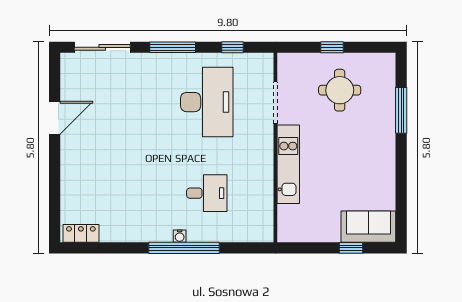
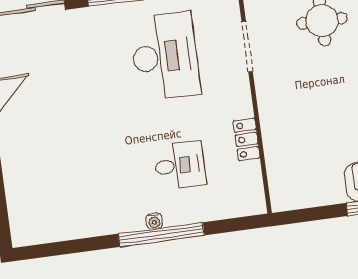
kitchen unit: (288, 164) -> (273, 118), removed
locker: (81, 233) -> (247, 139), moved, turned -90

